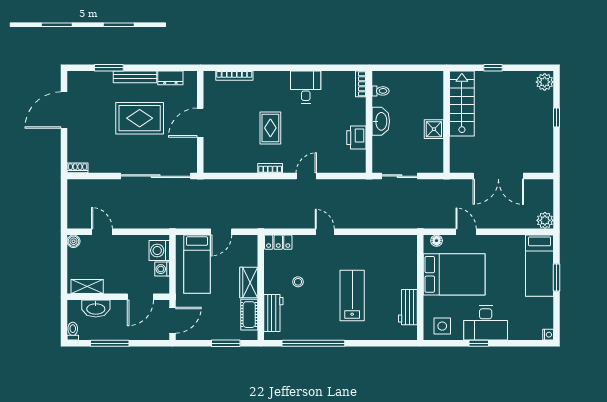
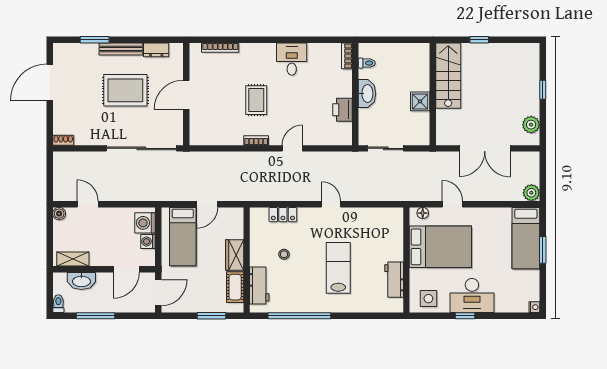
plant: (545, 82) -> (531, 125), moved
door: (325, 232) -> (331, 204), moved
locker: (278, 242) -> (283, 215), moved

